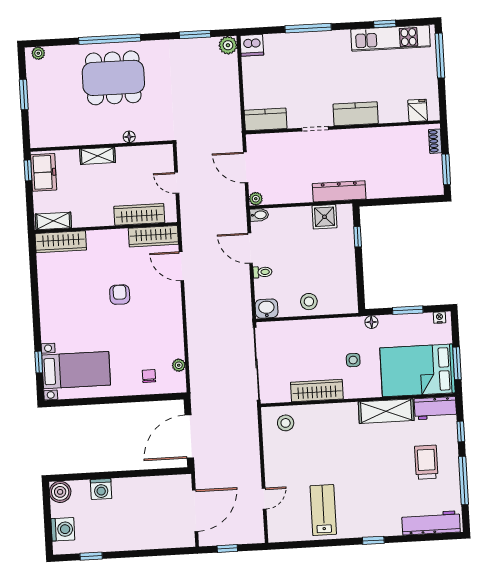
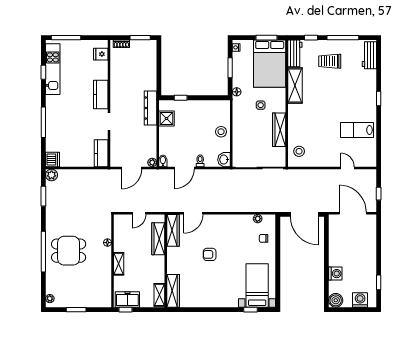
dining table: (113, 78) -> (69, 251), width x0.73
workbench: (431, 523) -> (369, 55), width x0.73

